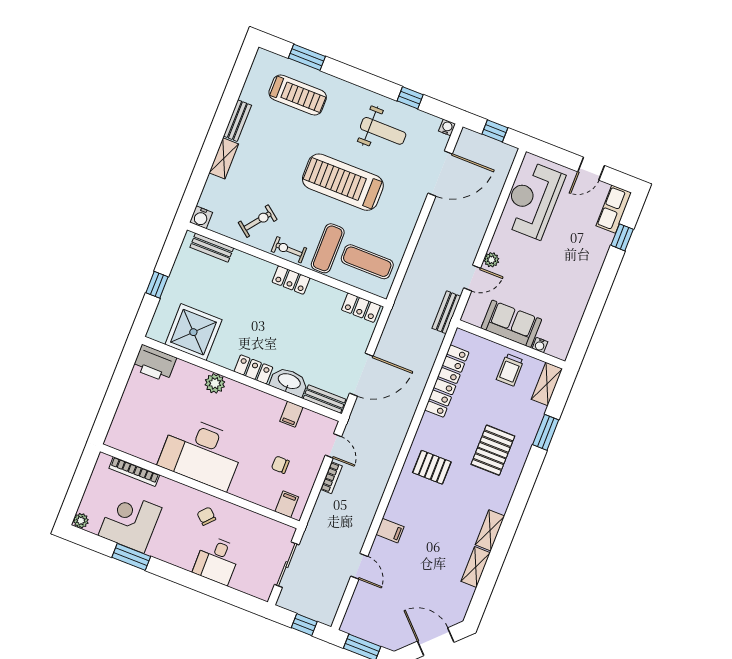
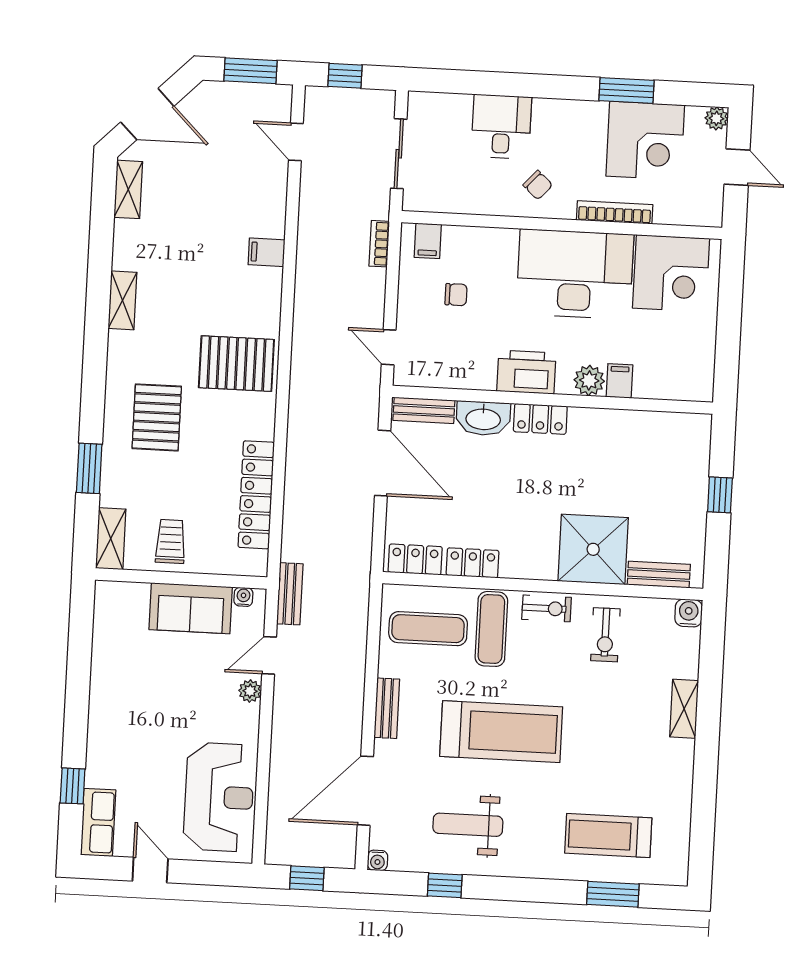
bench: (237, 121) -> (387, 708), moved
door: (591, 169) -> (150, 870), hinge flipped
exercise bike: (258, 221) -> (605, 635), turned -38
locker: (291, 280) -> (473, 563), moved
shower: (193, 332) -> (593, 549), moved
water cooler: (540, 345) -> (243, 597), moved
printer: (155, 363) -> (526, 372), moved
door: (361, 375) -> (383, 463), swing flipped
filing cabinet: (291, 414) -> (619, 381), moved
corner desk: (141, 433) -> (671, 273), added
pallet: (432, 467) -> (236, 364), width x1.50, depth x1.42
bookcase: (134, 471) -> (615, 212), moved
bookcase: (331, 478) -> (379, 244), moved
door: (78, 486) -> (737, 167), added
door: (359, 566) -> (296, 142), moved
shelving: (476, 567) -> (128, 189), moved

